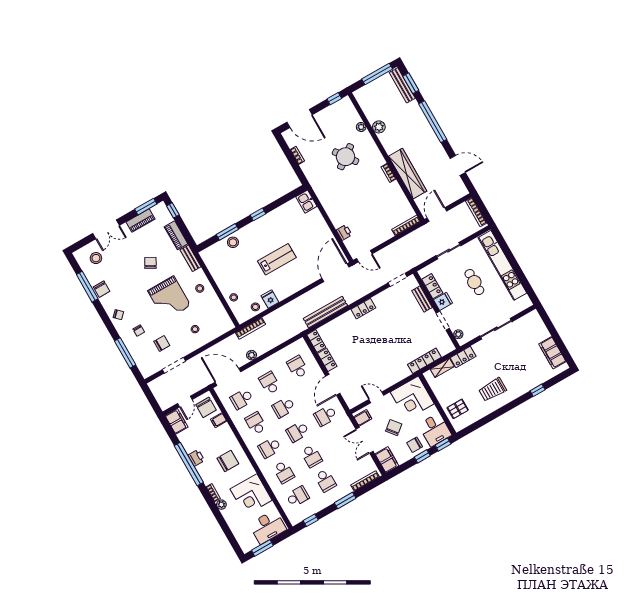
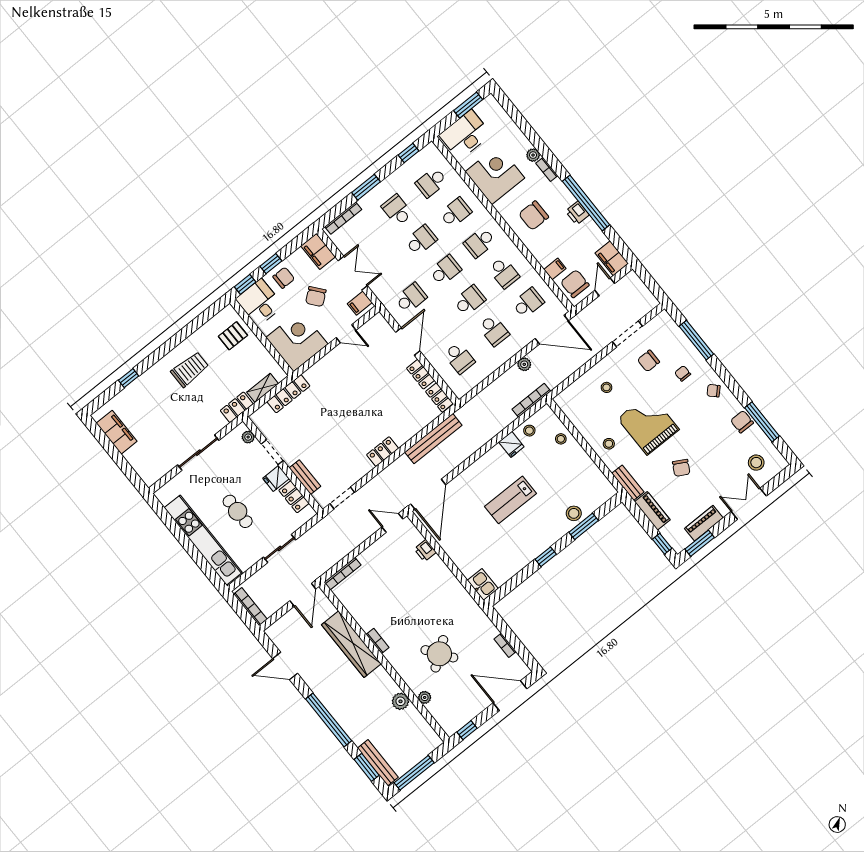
school desk: (270, 448) -> (480, 243), turned 180
school desk: (312, 456) -> (421, 240), turned 90
school desk: (284, 472) -> (456, 213), turned 90

